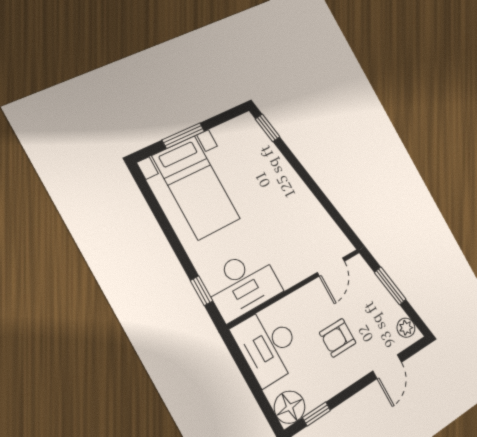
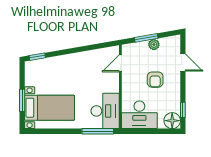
door: (331, 267) -> (120, 63), swing flipped
window: (202, 291) -> (98, 131), width x2.17
plant: (406, 328) -> (154, 45), moved

